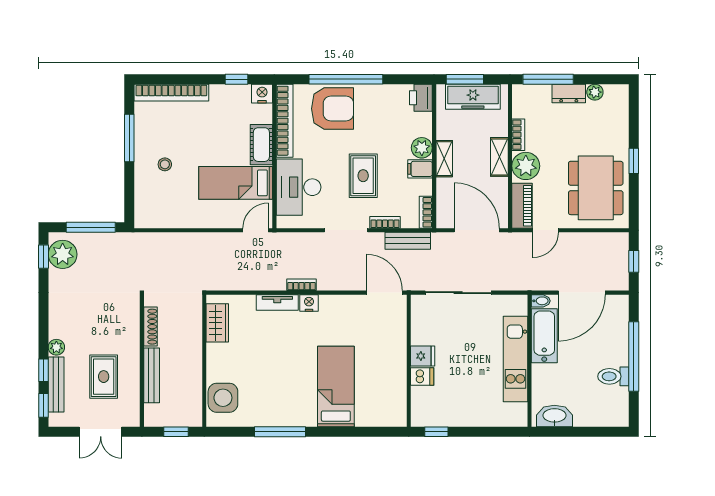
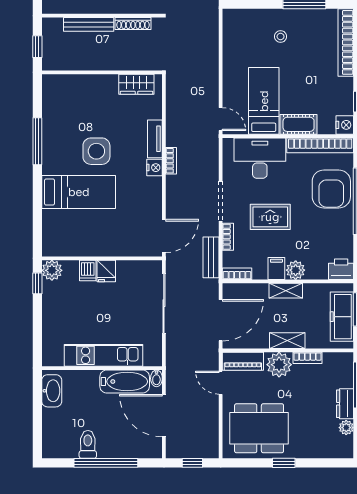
side table: (223, 398) -> (96, 151), moved
plant: (422, 416) -> (52, 270), added

